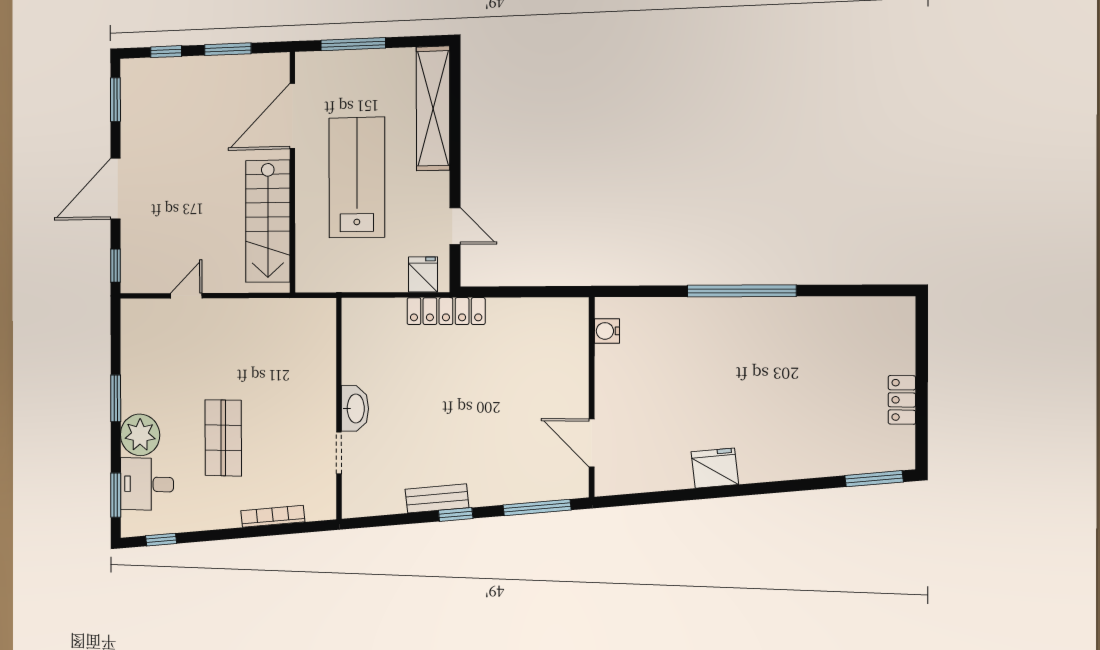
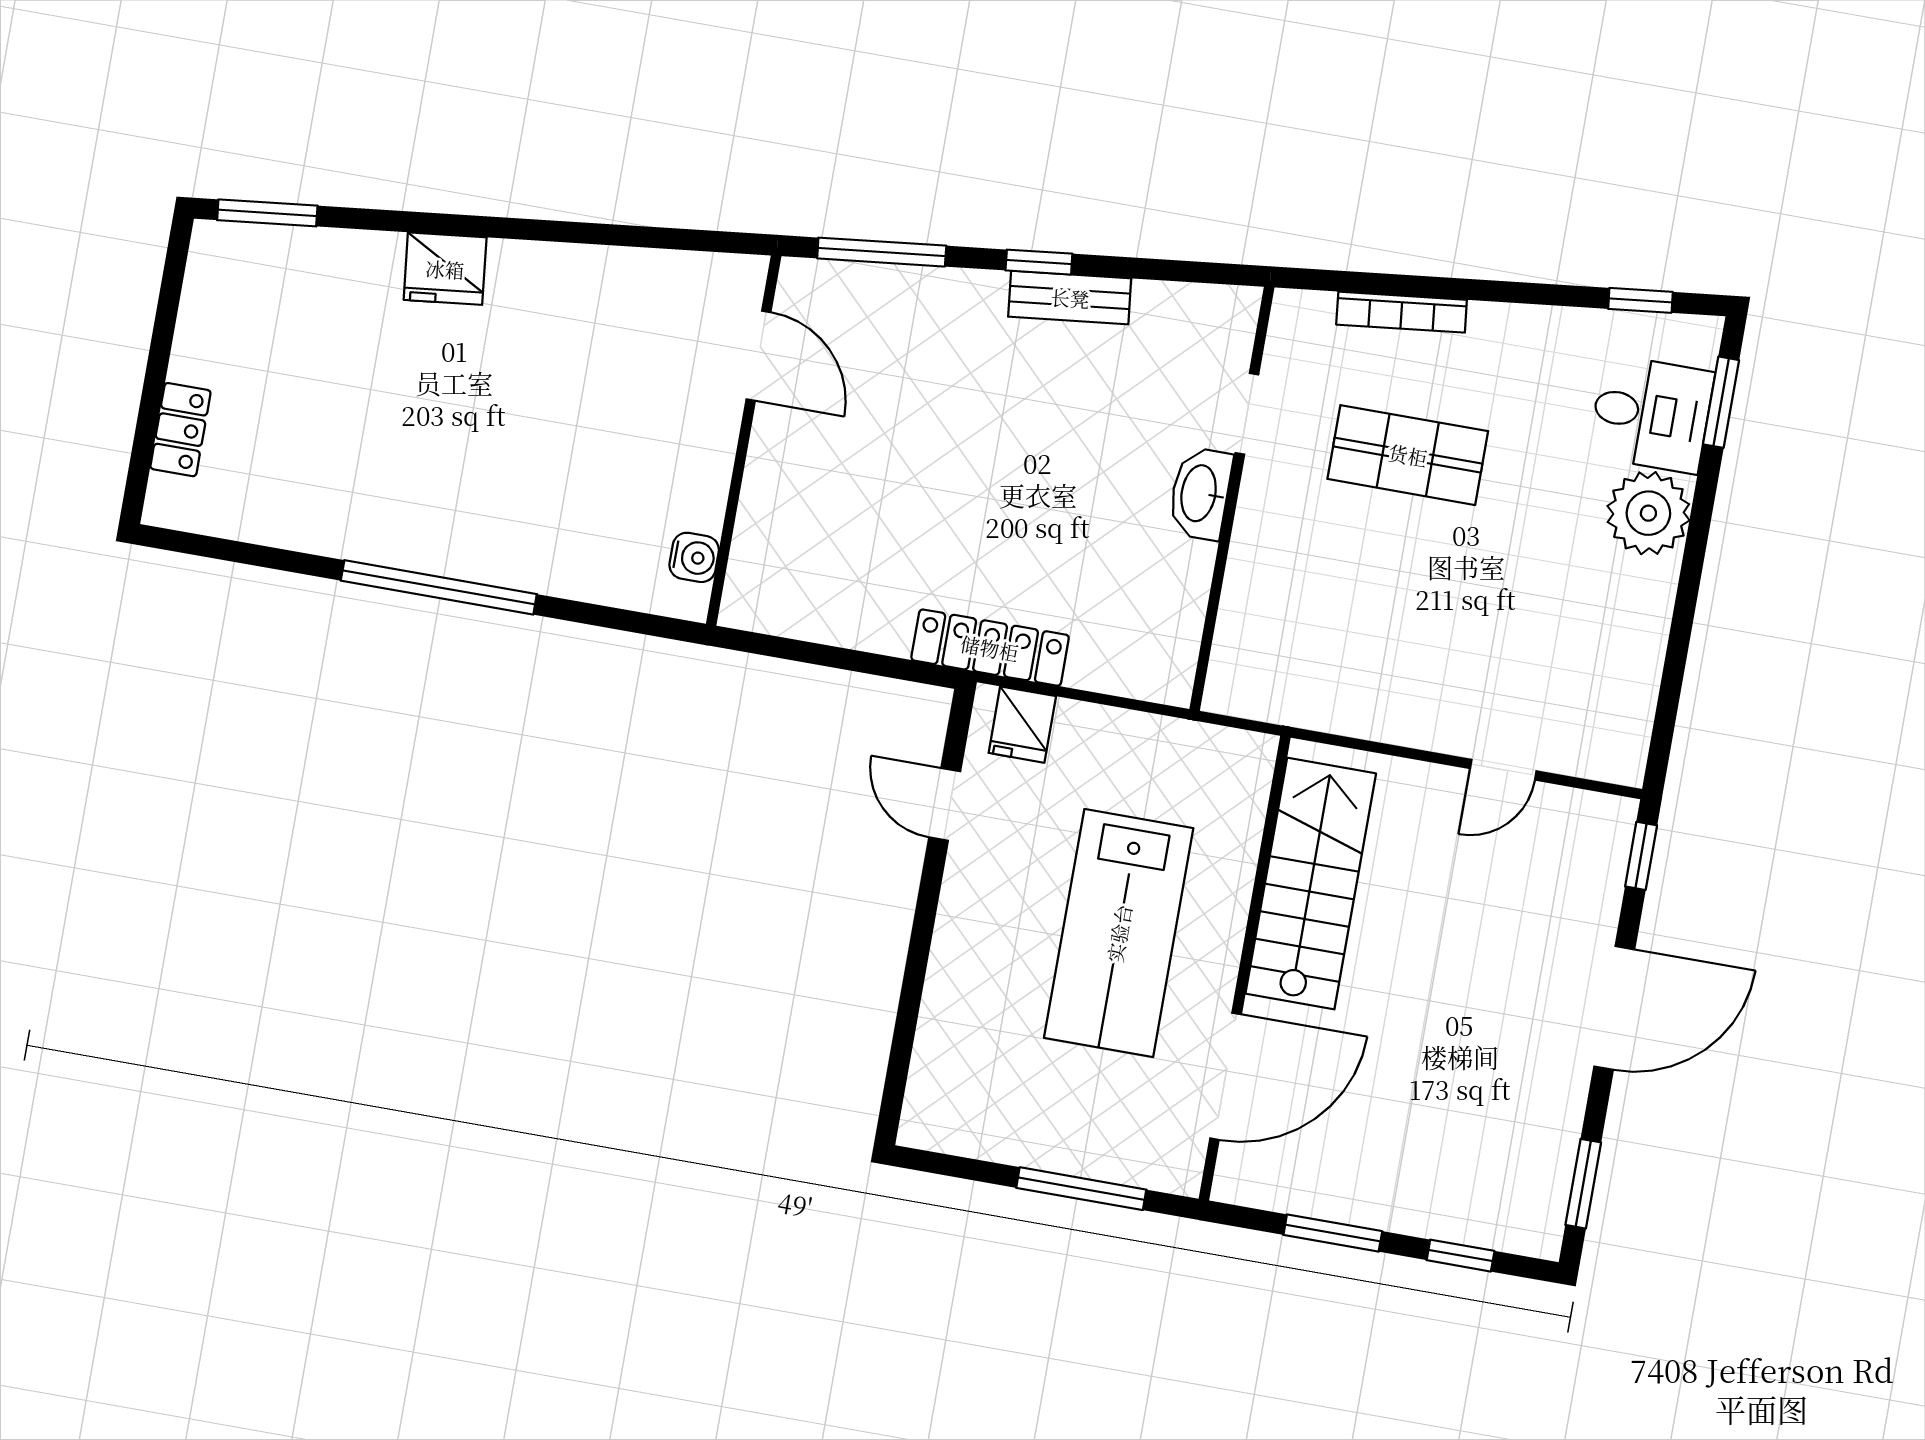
shelving: (433, 108) -> (948, 1034), removed
window: (116, 398) -> (1687, 594), removed
locker: (902, 400) -> (180, 430), moved
shop shelf: (223, 438) -> (1408, 455), moved, turned 90
fridge: (715, 468) -> (445, 269), moved

